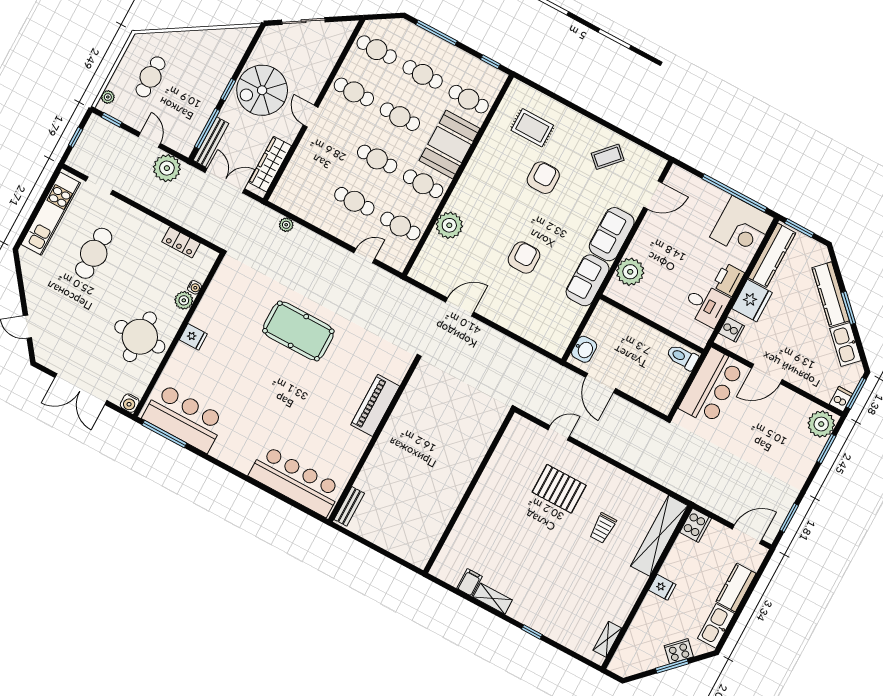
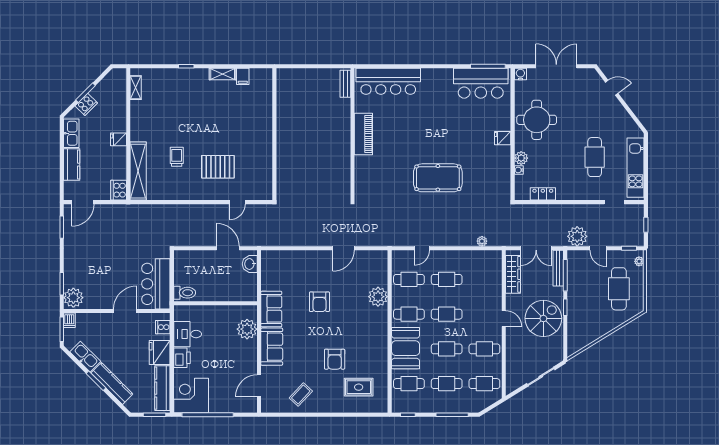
cafe table: (151, 77) -> (619, 289), width x1.37, depth x1.35
piano: (375, 405) -> (363, 134), moved

